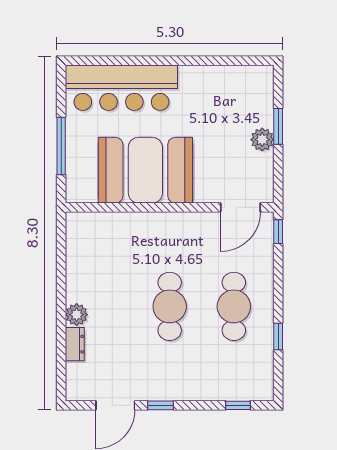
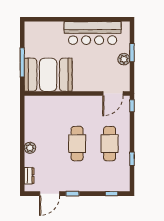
bar counter: (121, 88) -> (93, 33), moved
booth: (145, 170) -> (48, 75), moved
dresser: (75, 344) -> (29, 176), moved

